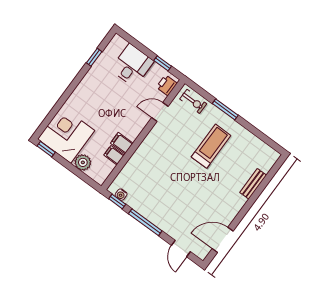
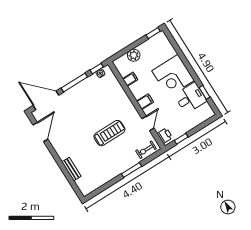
desk: (132, 65) -> (190, 98), moved, turned -90
corner desk: (66, 135) -> (173, 76), moved, turned 90
filing cabinet: (122, 143) -> (145, 102), moved
treadmill: (211, 146) -> (109, 133), moved, turned -90
door: (181, 248) -> (46, 100), width x1.88

